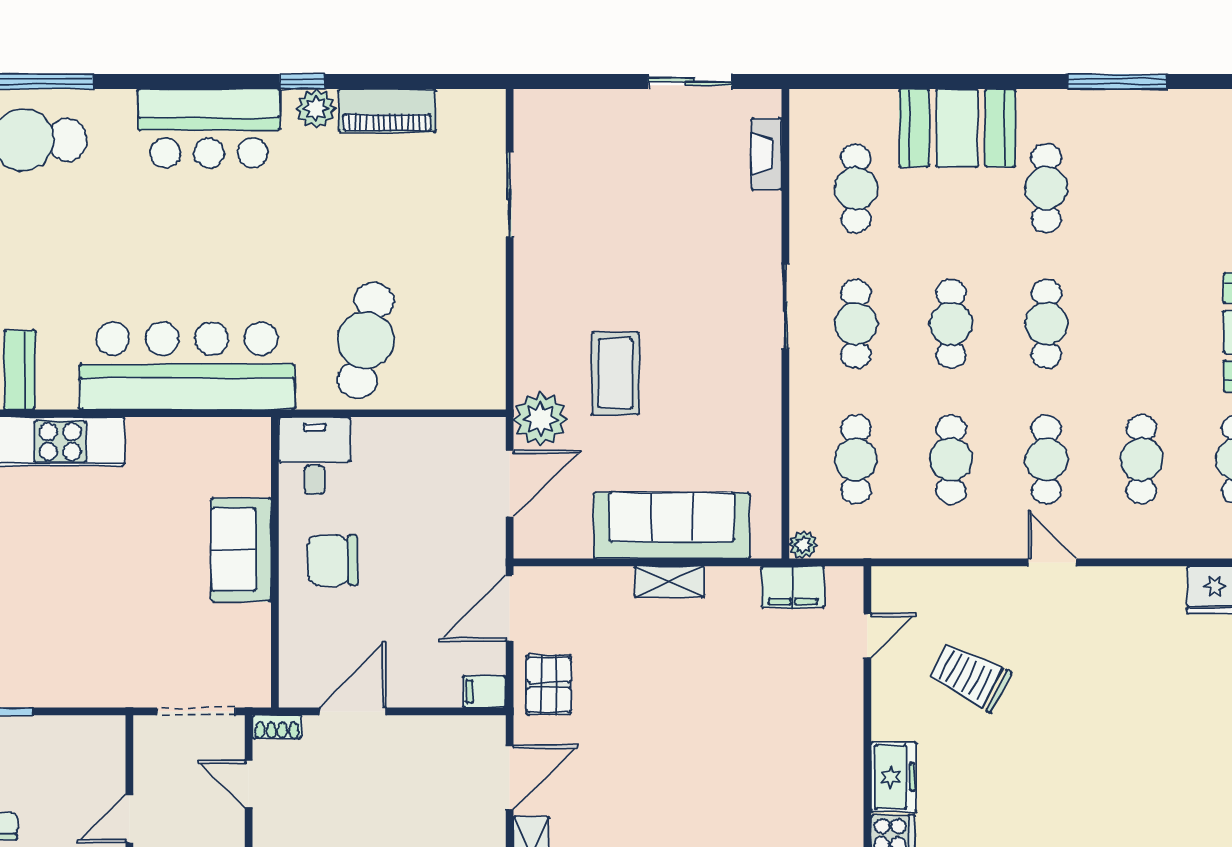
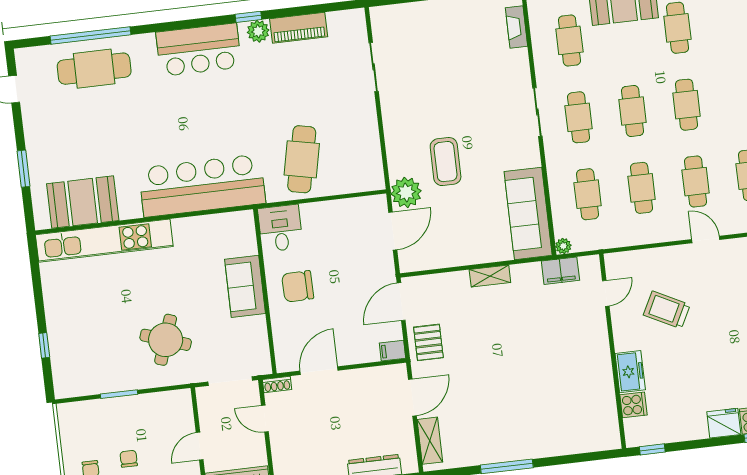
sofa: (672, 526) -> (528, 213), moved, turned -90
round table: (92, 626) -> (166, 340), added

